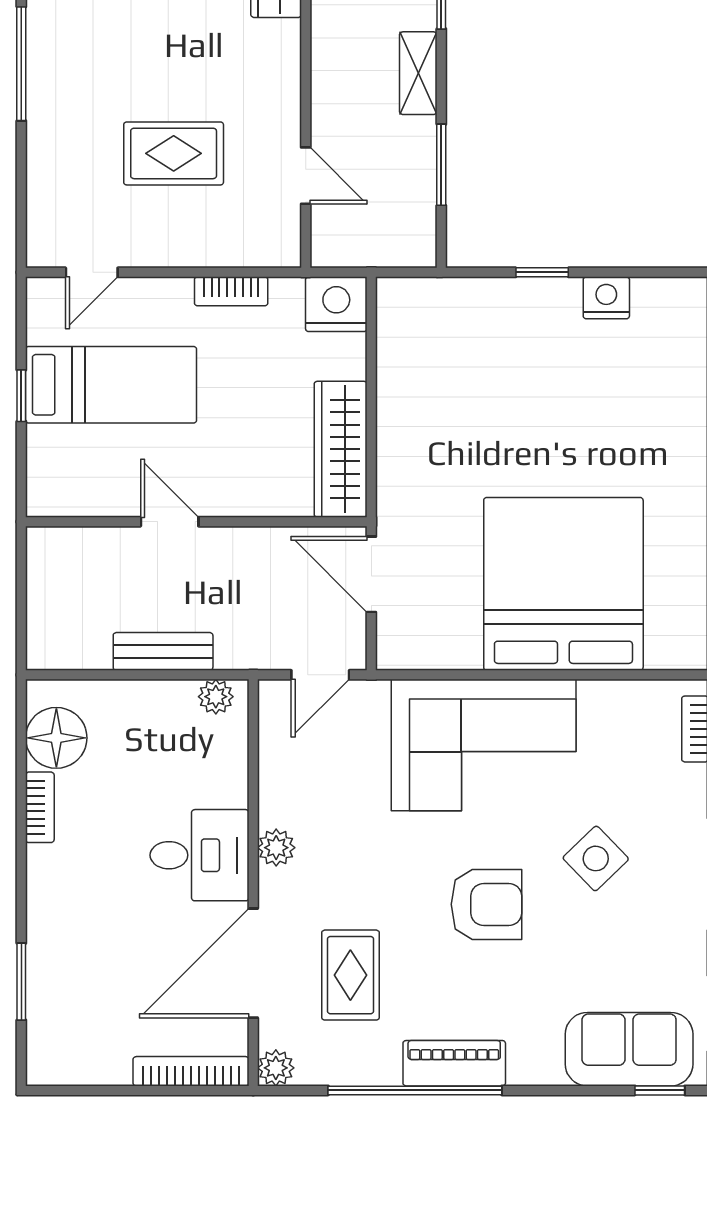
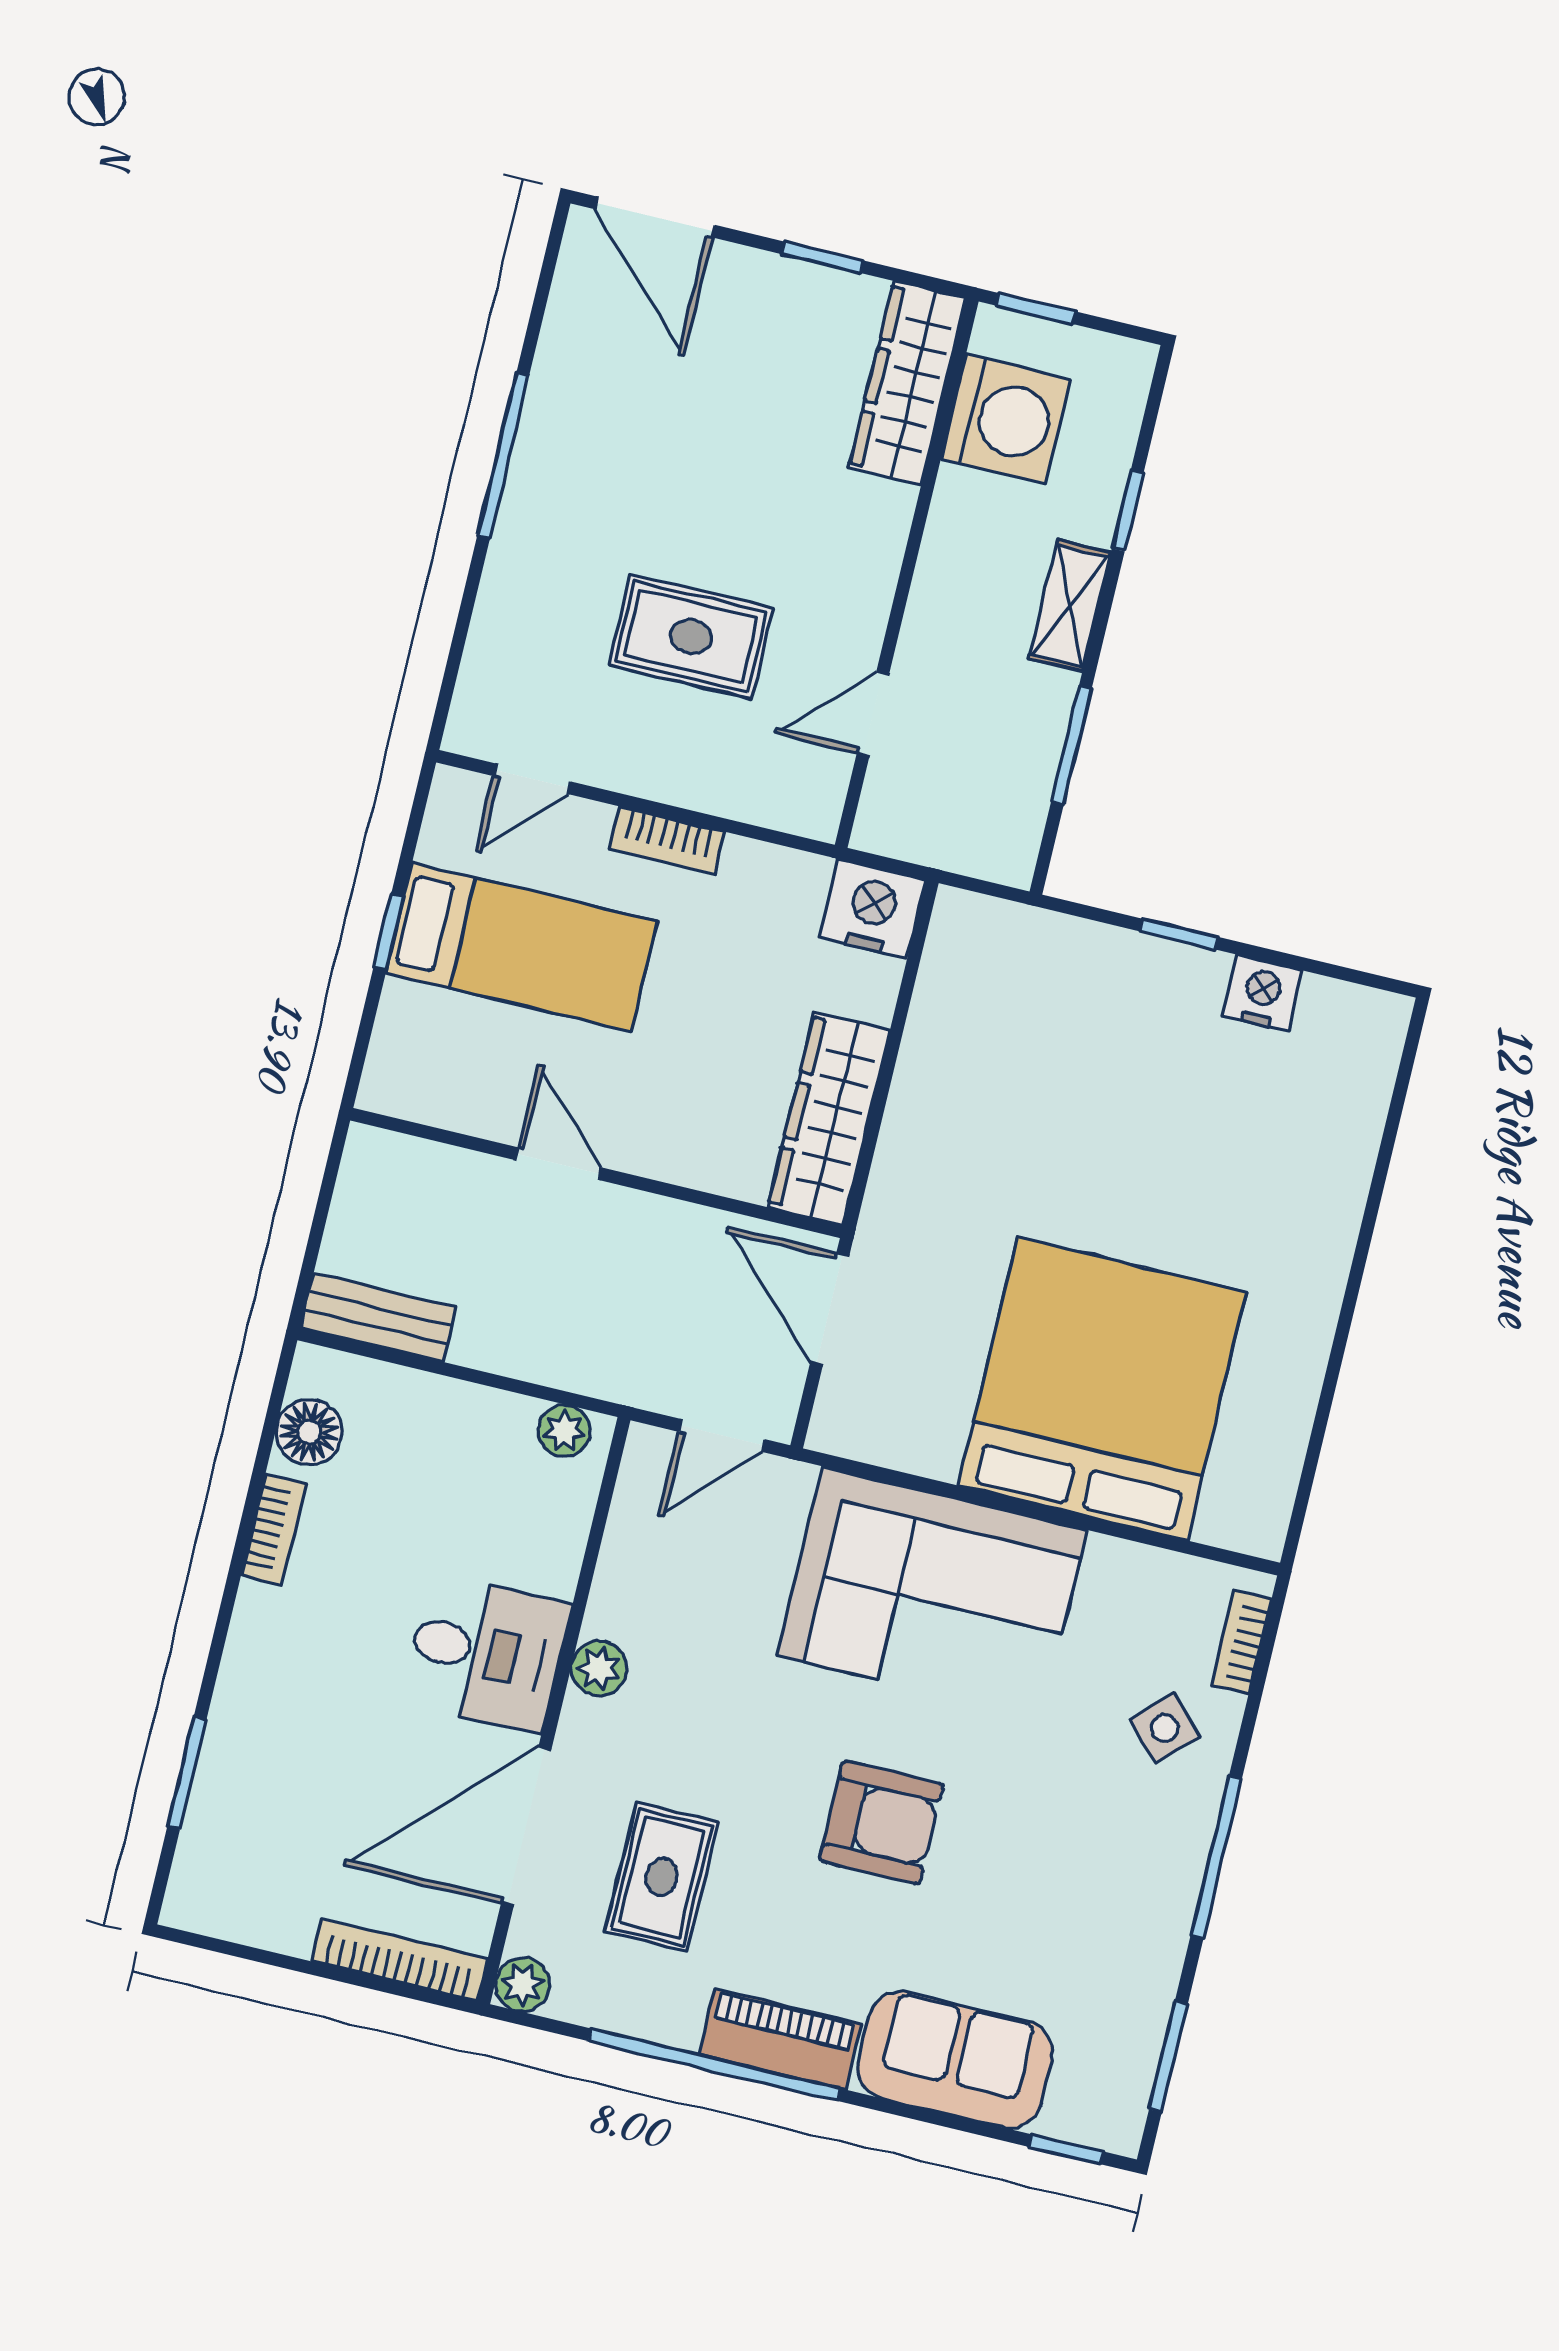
door: (306, 176) -> (873, 714), swing flipped
bookcase: (231, 291) -> (667, 840), moved
bench: (163, 651) -> (378, 1318), moved
floor lamp: (56, 738) -> (309, 1432), width x0.73, depth x0.73
side table: (596, 858) -> (1165, 1728), moved, width x0.73, depth x0.73
sofa: (629, 1049) -> (955, 2060), moved

